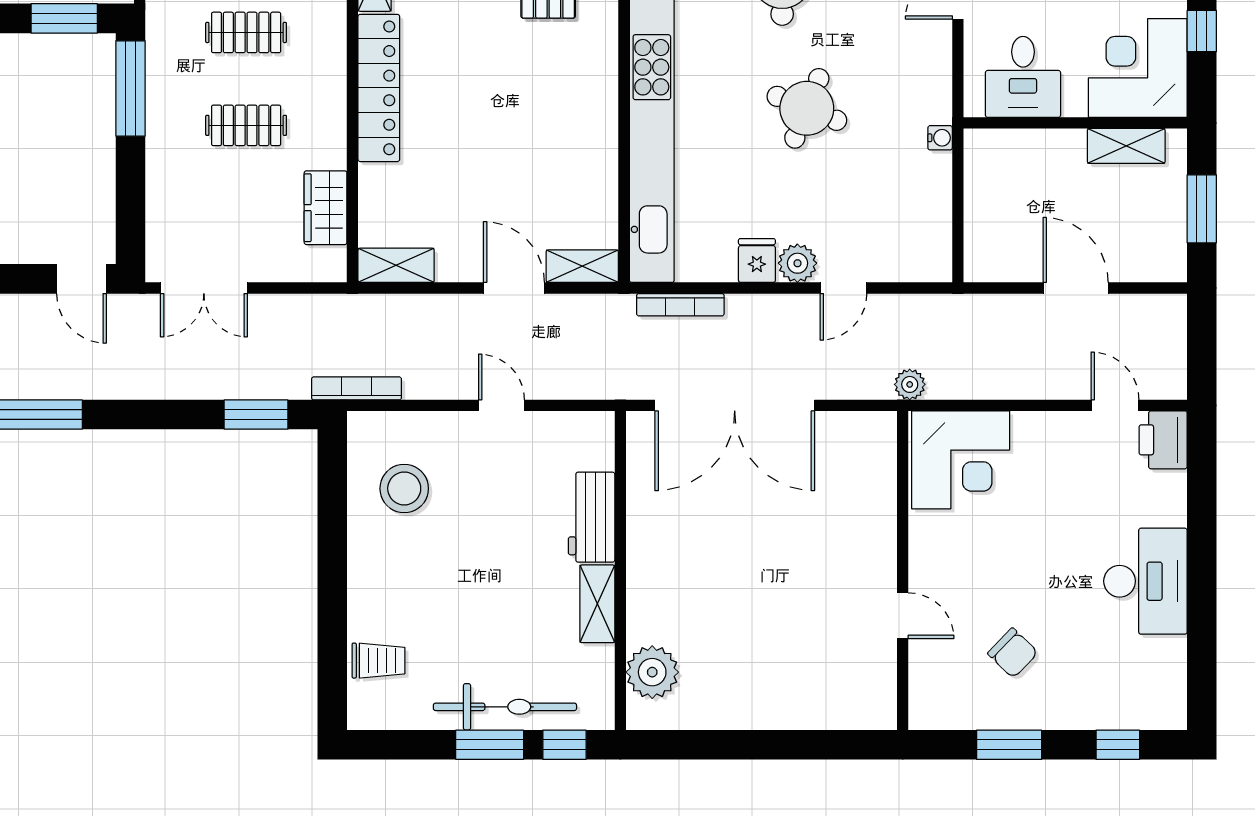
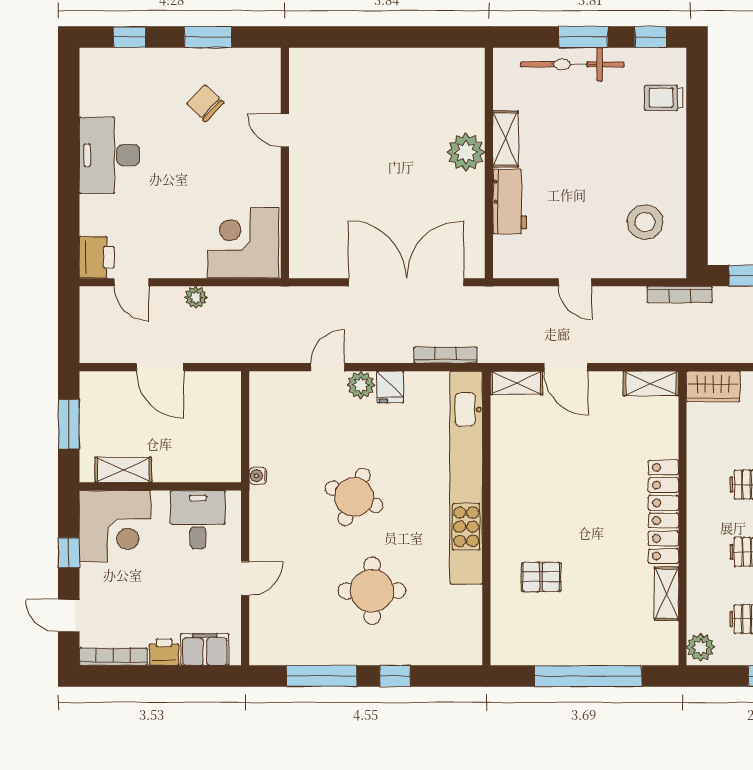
wardrobe: (326, 208) -> (713, 387), moved, turned 90
plant: (910, 384) -> (196, 297), moved
plant: (652, 672) -> (466, 152), moved
window: (564, 745) -> (651, 37), moved

